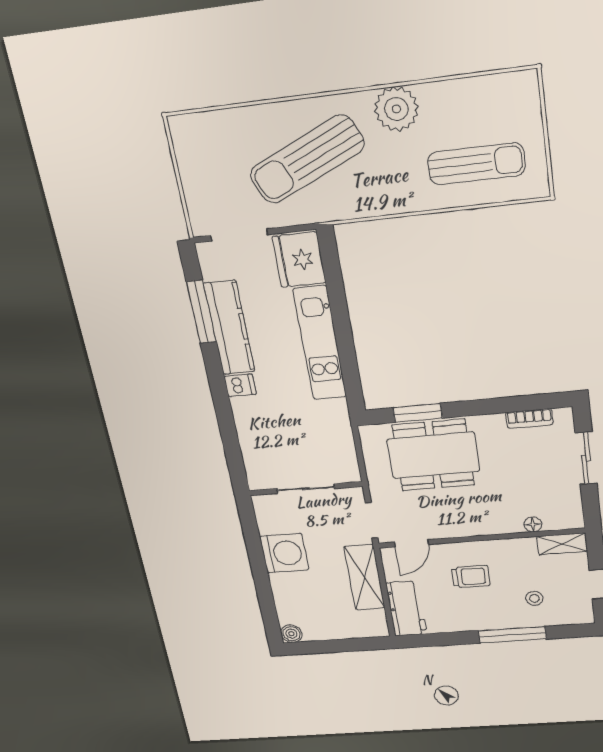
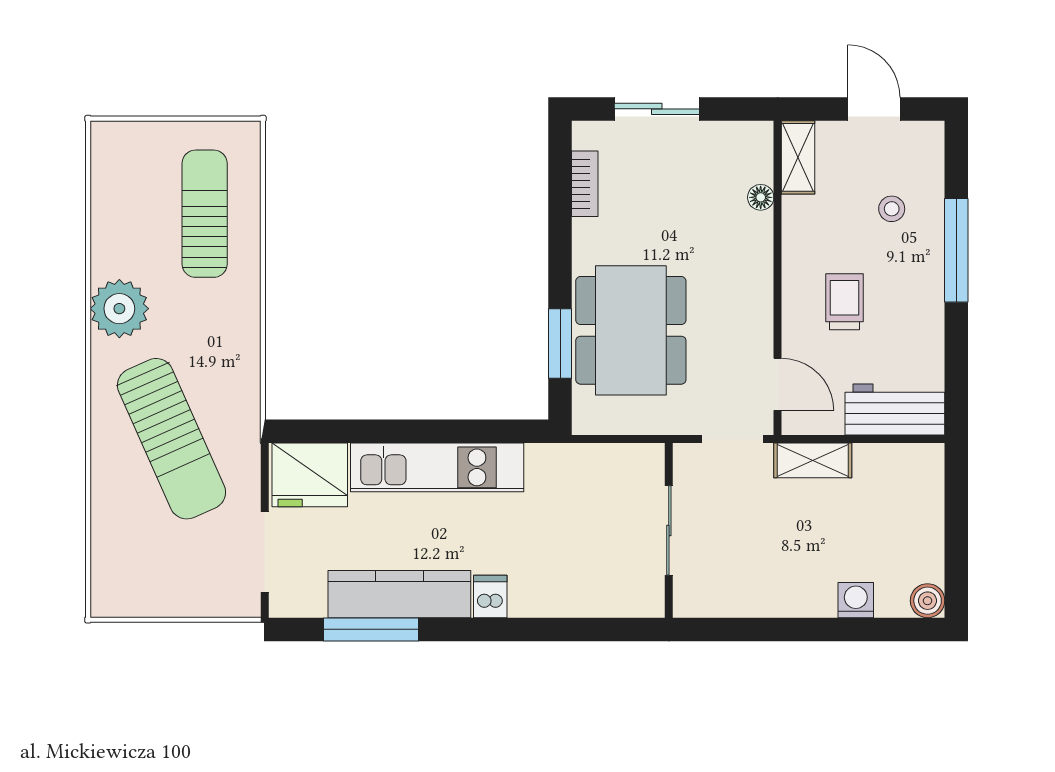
washing machine: (284, 553) -> (856, 600), moved, width x0.53, depth x0.53
shelving: (364, 577) -> (813, 460), width x0.67, depth x0.75

